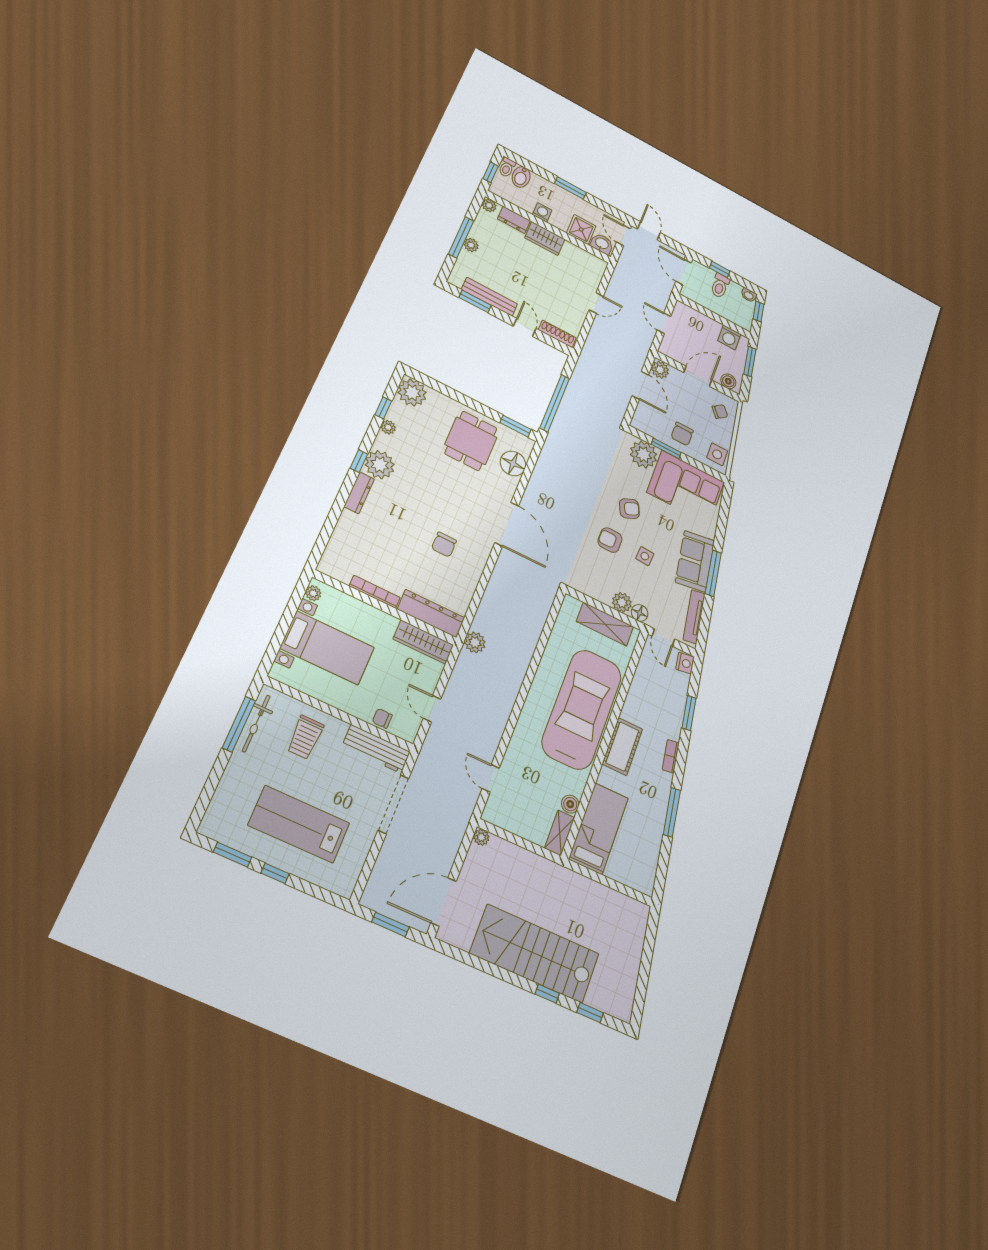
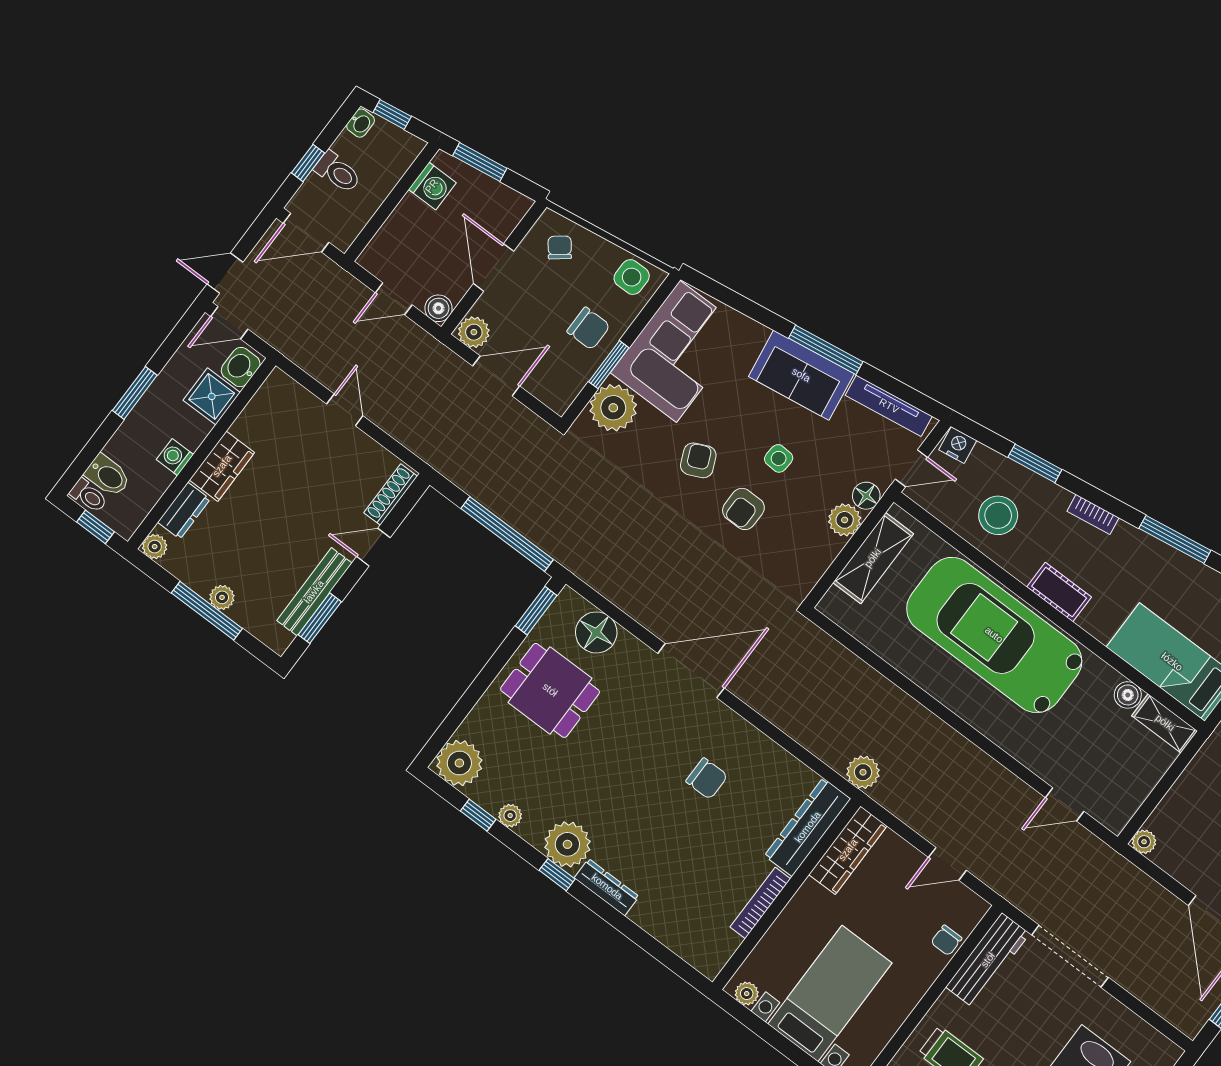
boiler: (728, 381) -> (439, 308), moved
stool: (653, 697) -> (998, 515), added
cot: (622, 747) -> (1059, 592), width x0.73, depth x0.75

